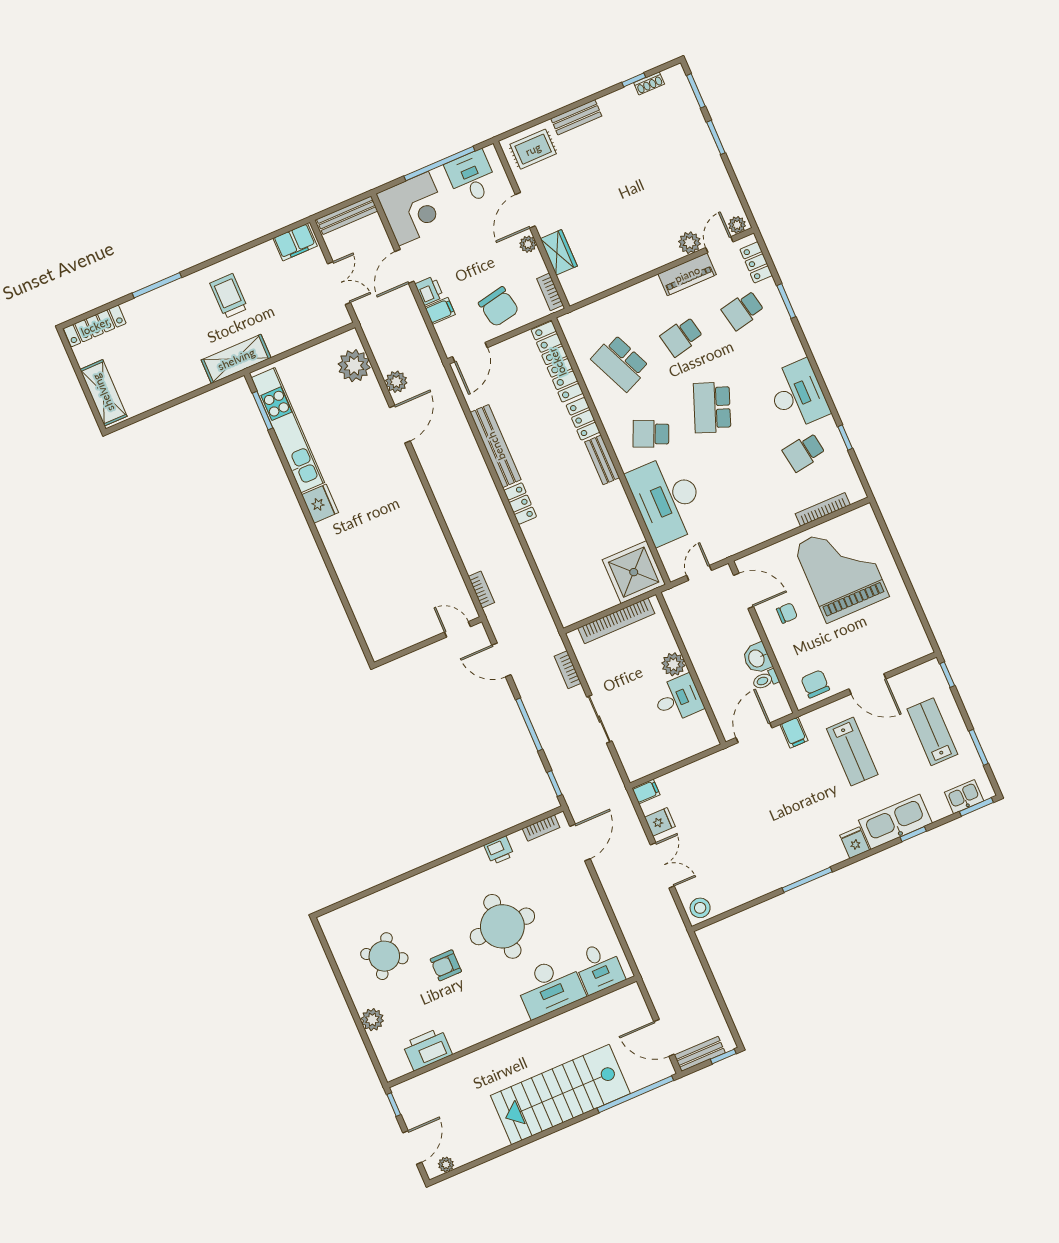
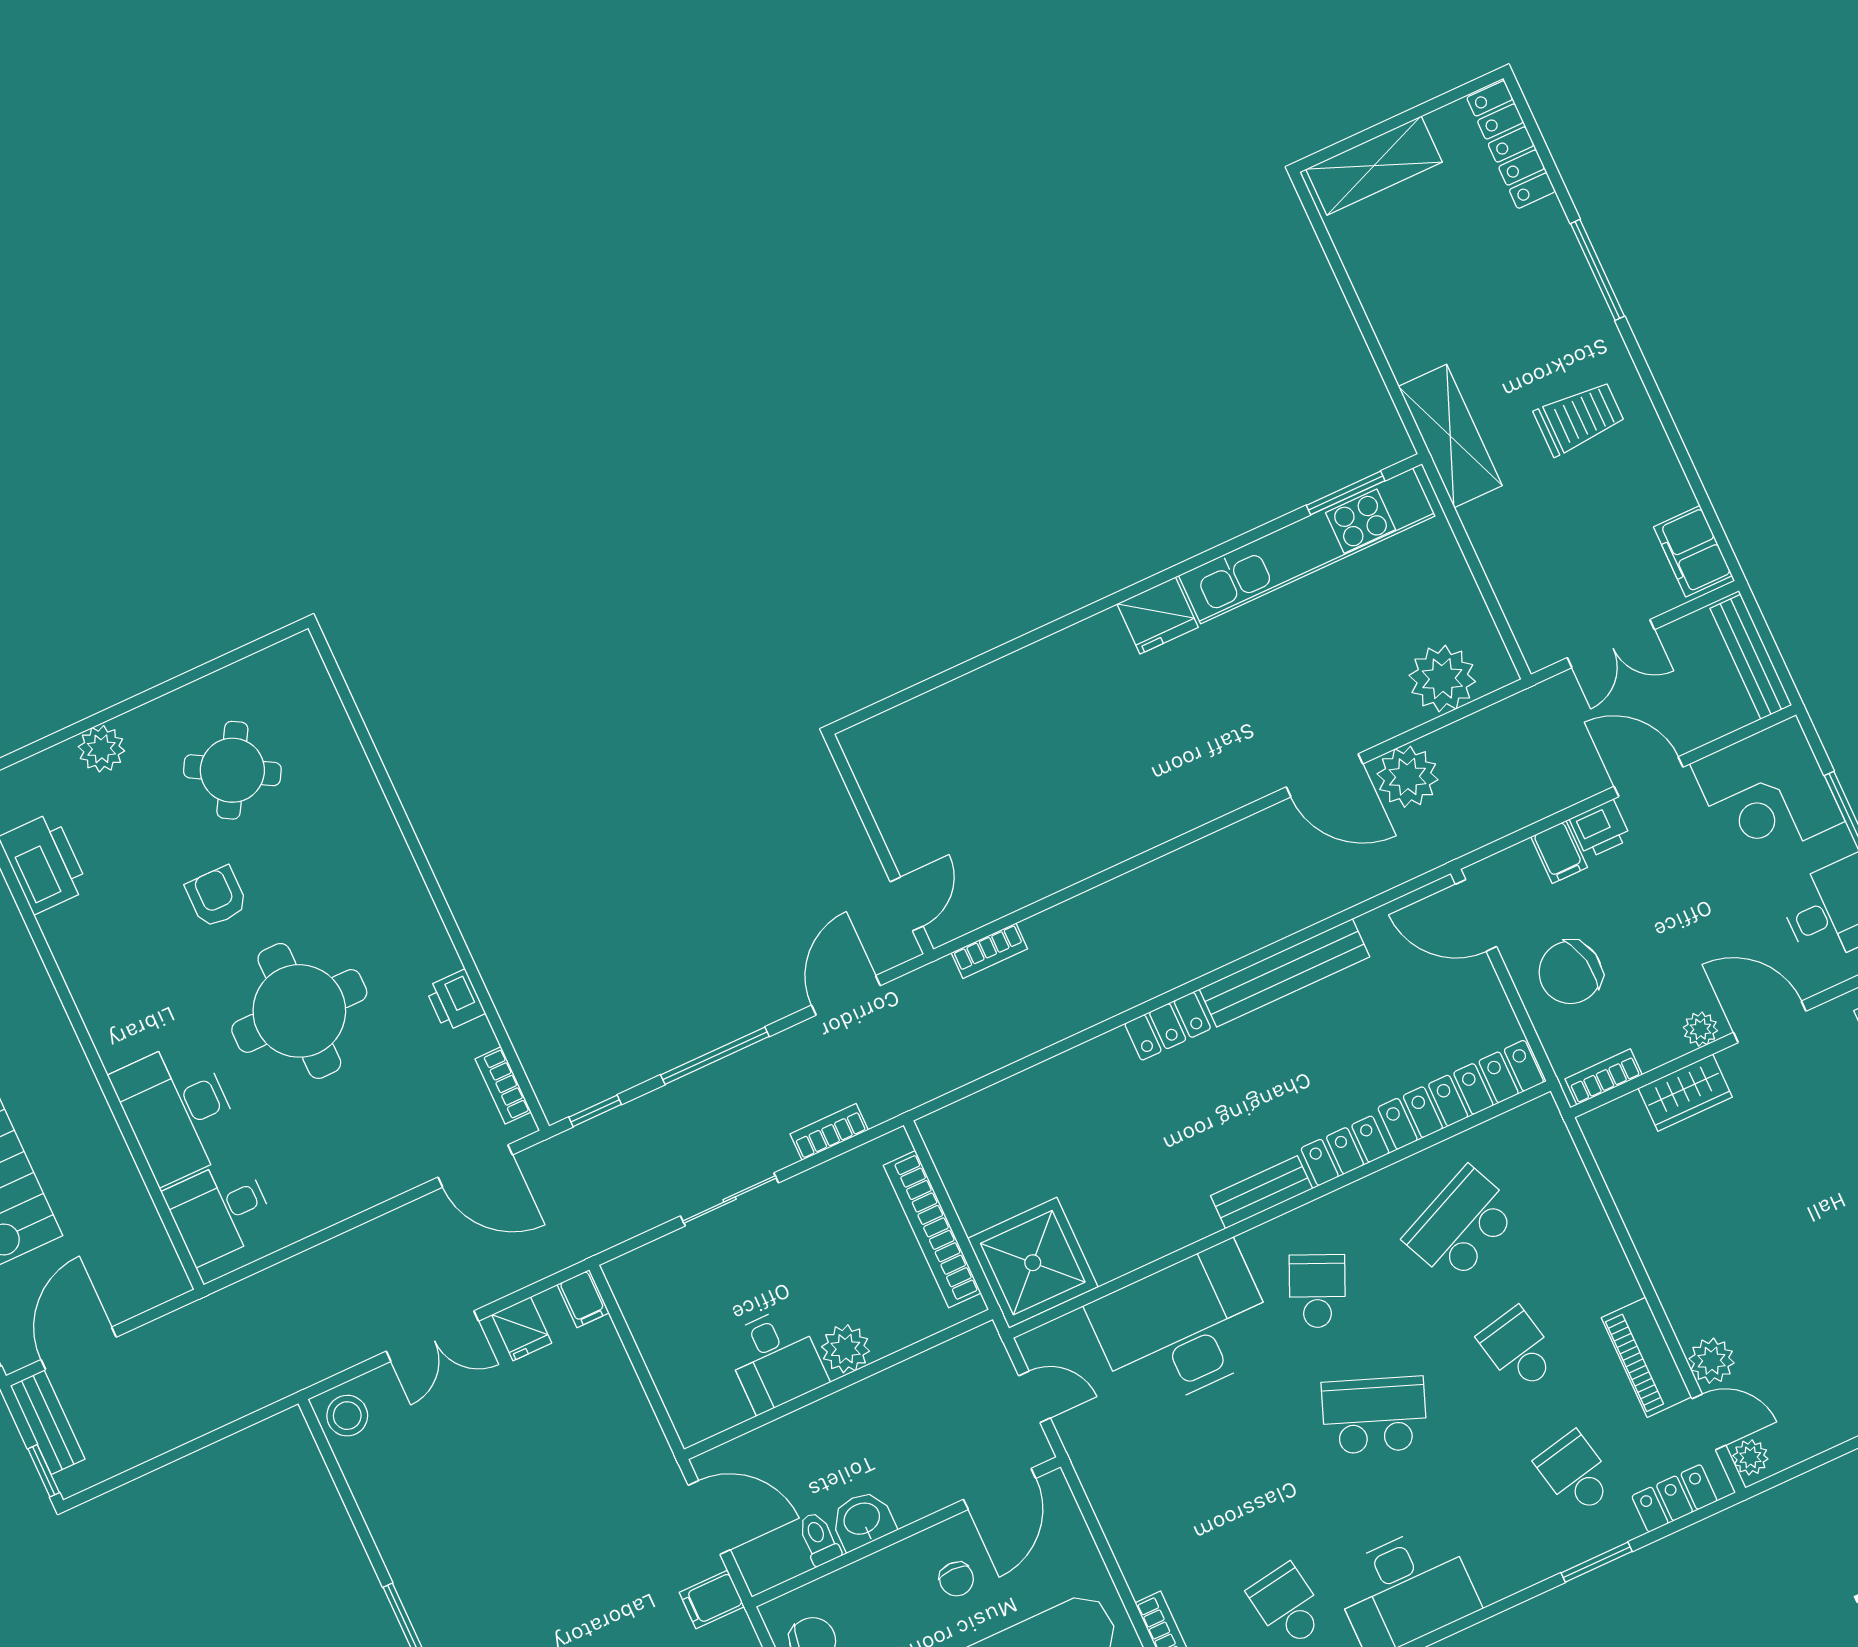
plant: (396, 382) -> (1408, 777), width x1.36, depth x1.36

